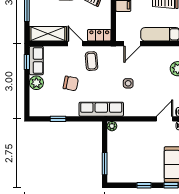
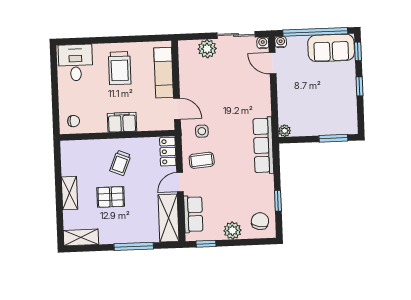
row of seats: (36, 61) -> (193, 214), moved, turned 90
chair: (71, 83) -> (260, 221), moved
side table: (128, 83) -> (202, 131), moved

